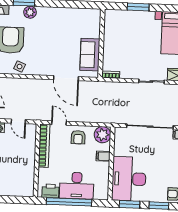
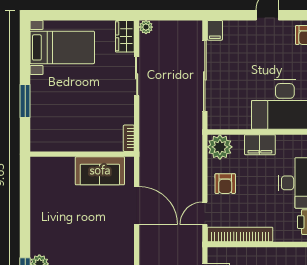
door: (66, 78) -> (137, 206), hinge flipped
armchair: (78, 137) -> (225, 184), turned 90
filing cabinet: (103, 156) -> (260, 145), width x2.00

